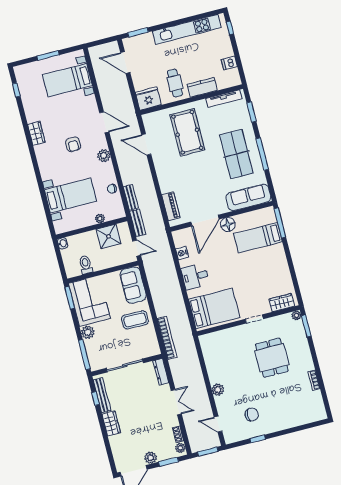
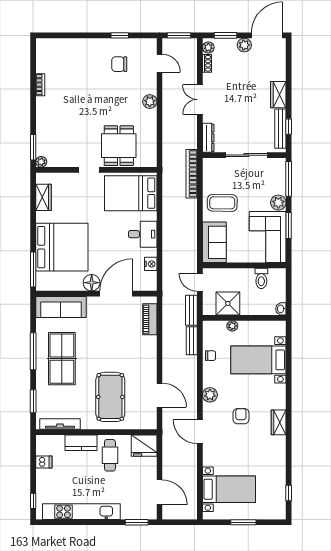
wardrobe: (36, 133) -> (279, 422), moved
bed: (258, 238) -> (62, 247), width x2.04
window: (70, 298) -> (289, 226), moved
wardrobe: (282, 303) -> (43, 197), moved, turned -90
dining table: (272, 358) -> (119, 146), moved

